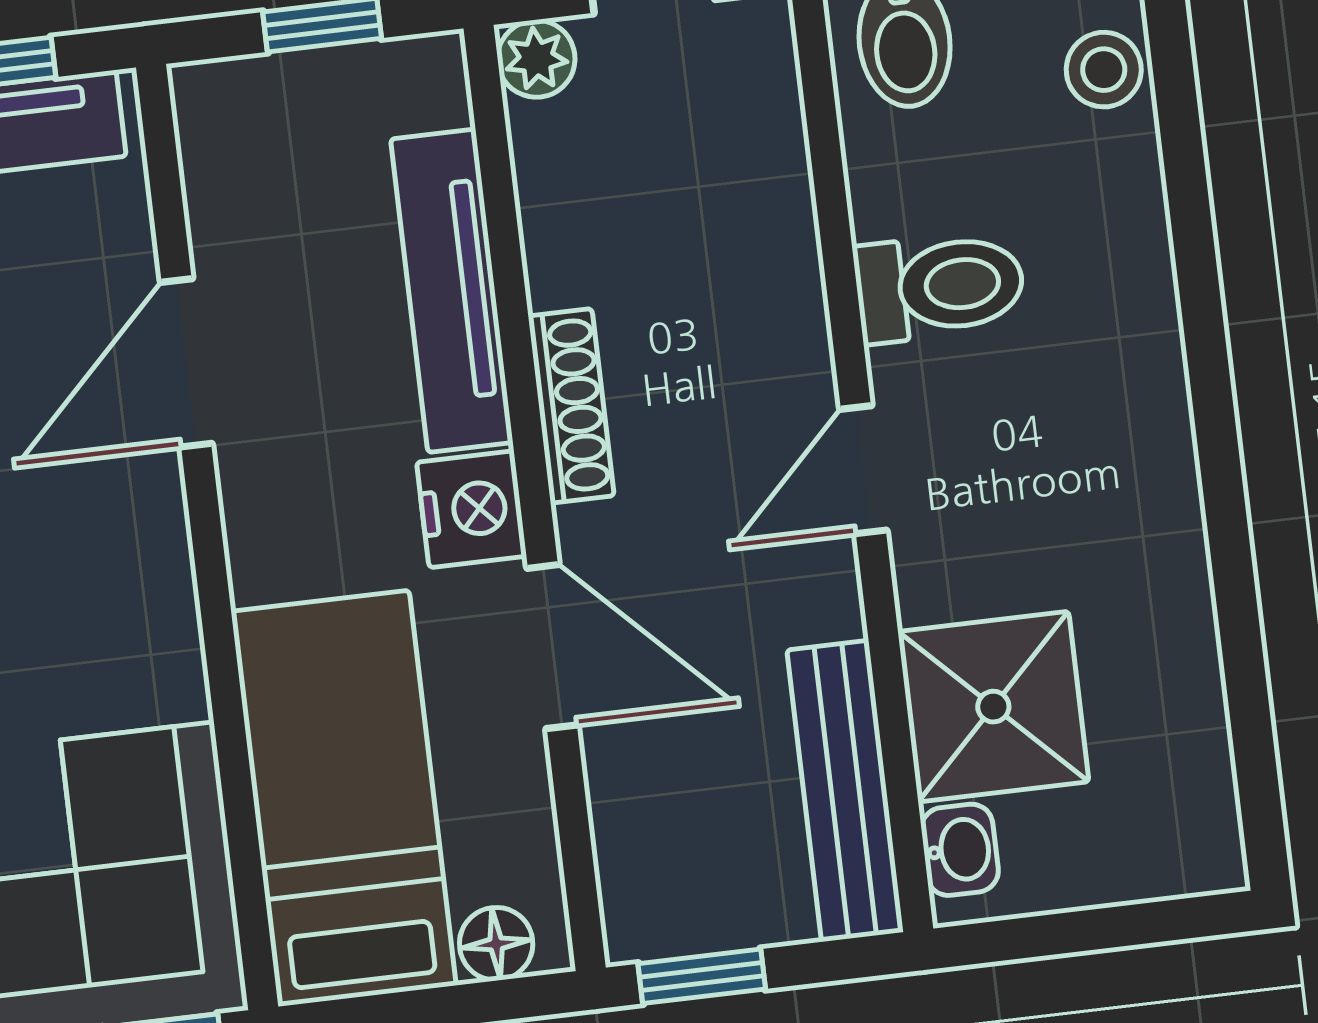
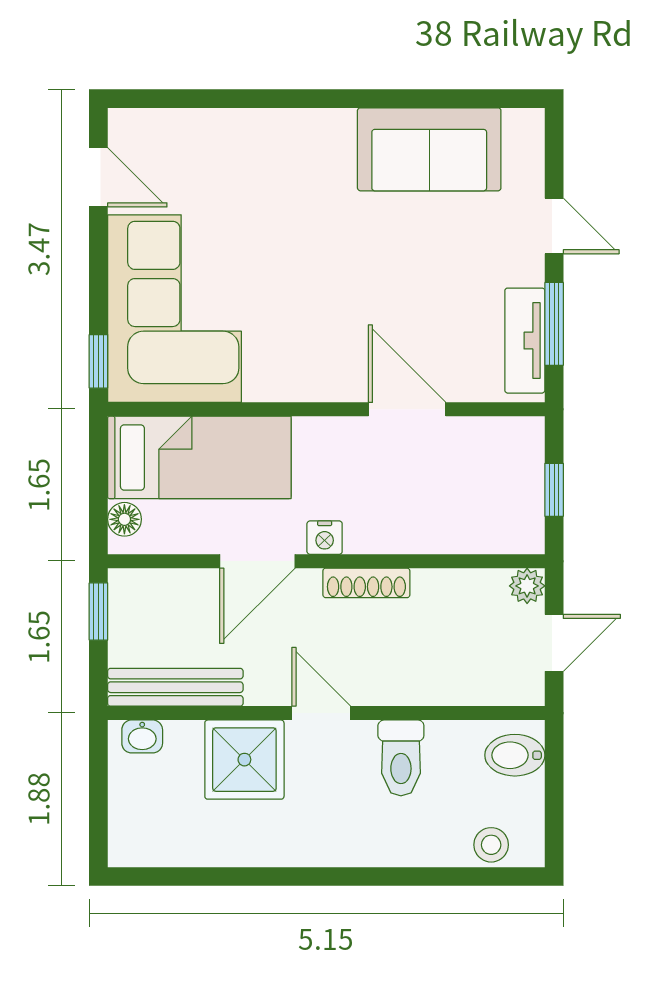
tv unit: (452, 291) -> (426, 535), removed
nightstand: (472, 509) -> (325, 538), width x0.72, depth x0.74
shower: (993, 707) -> (244, 760), moved

